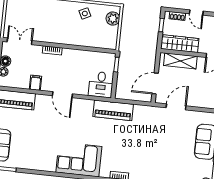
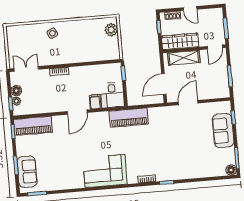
side table: (85, 13) -> (52, 33), moved
filing cabinet: (35, 83) -> (95, 102), moved
door: (62, 95) -> (77, 112), hinge flipped

